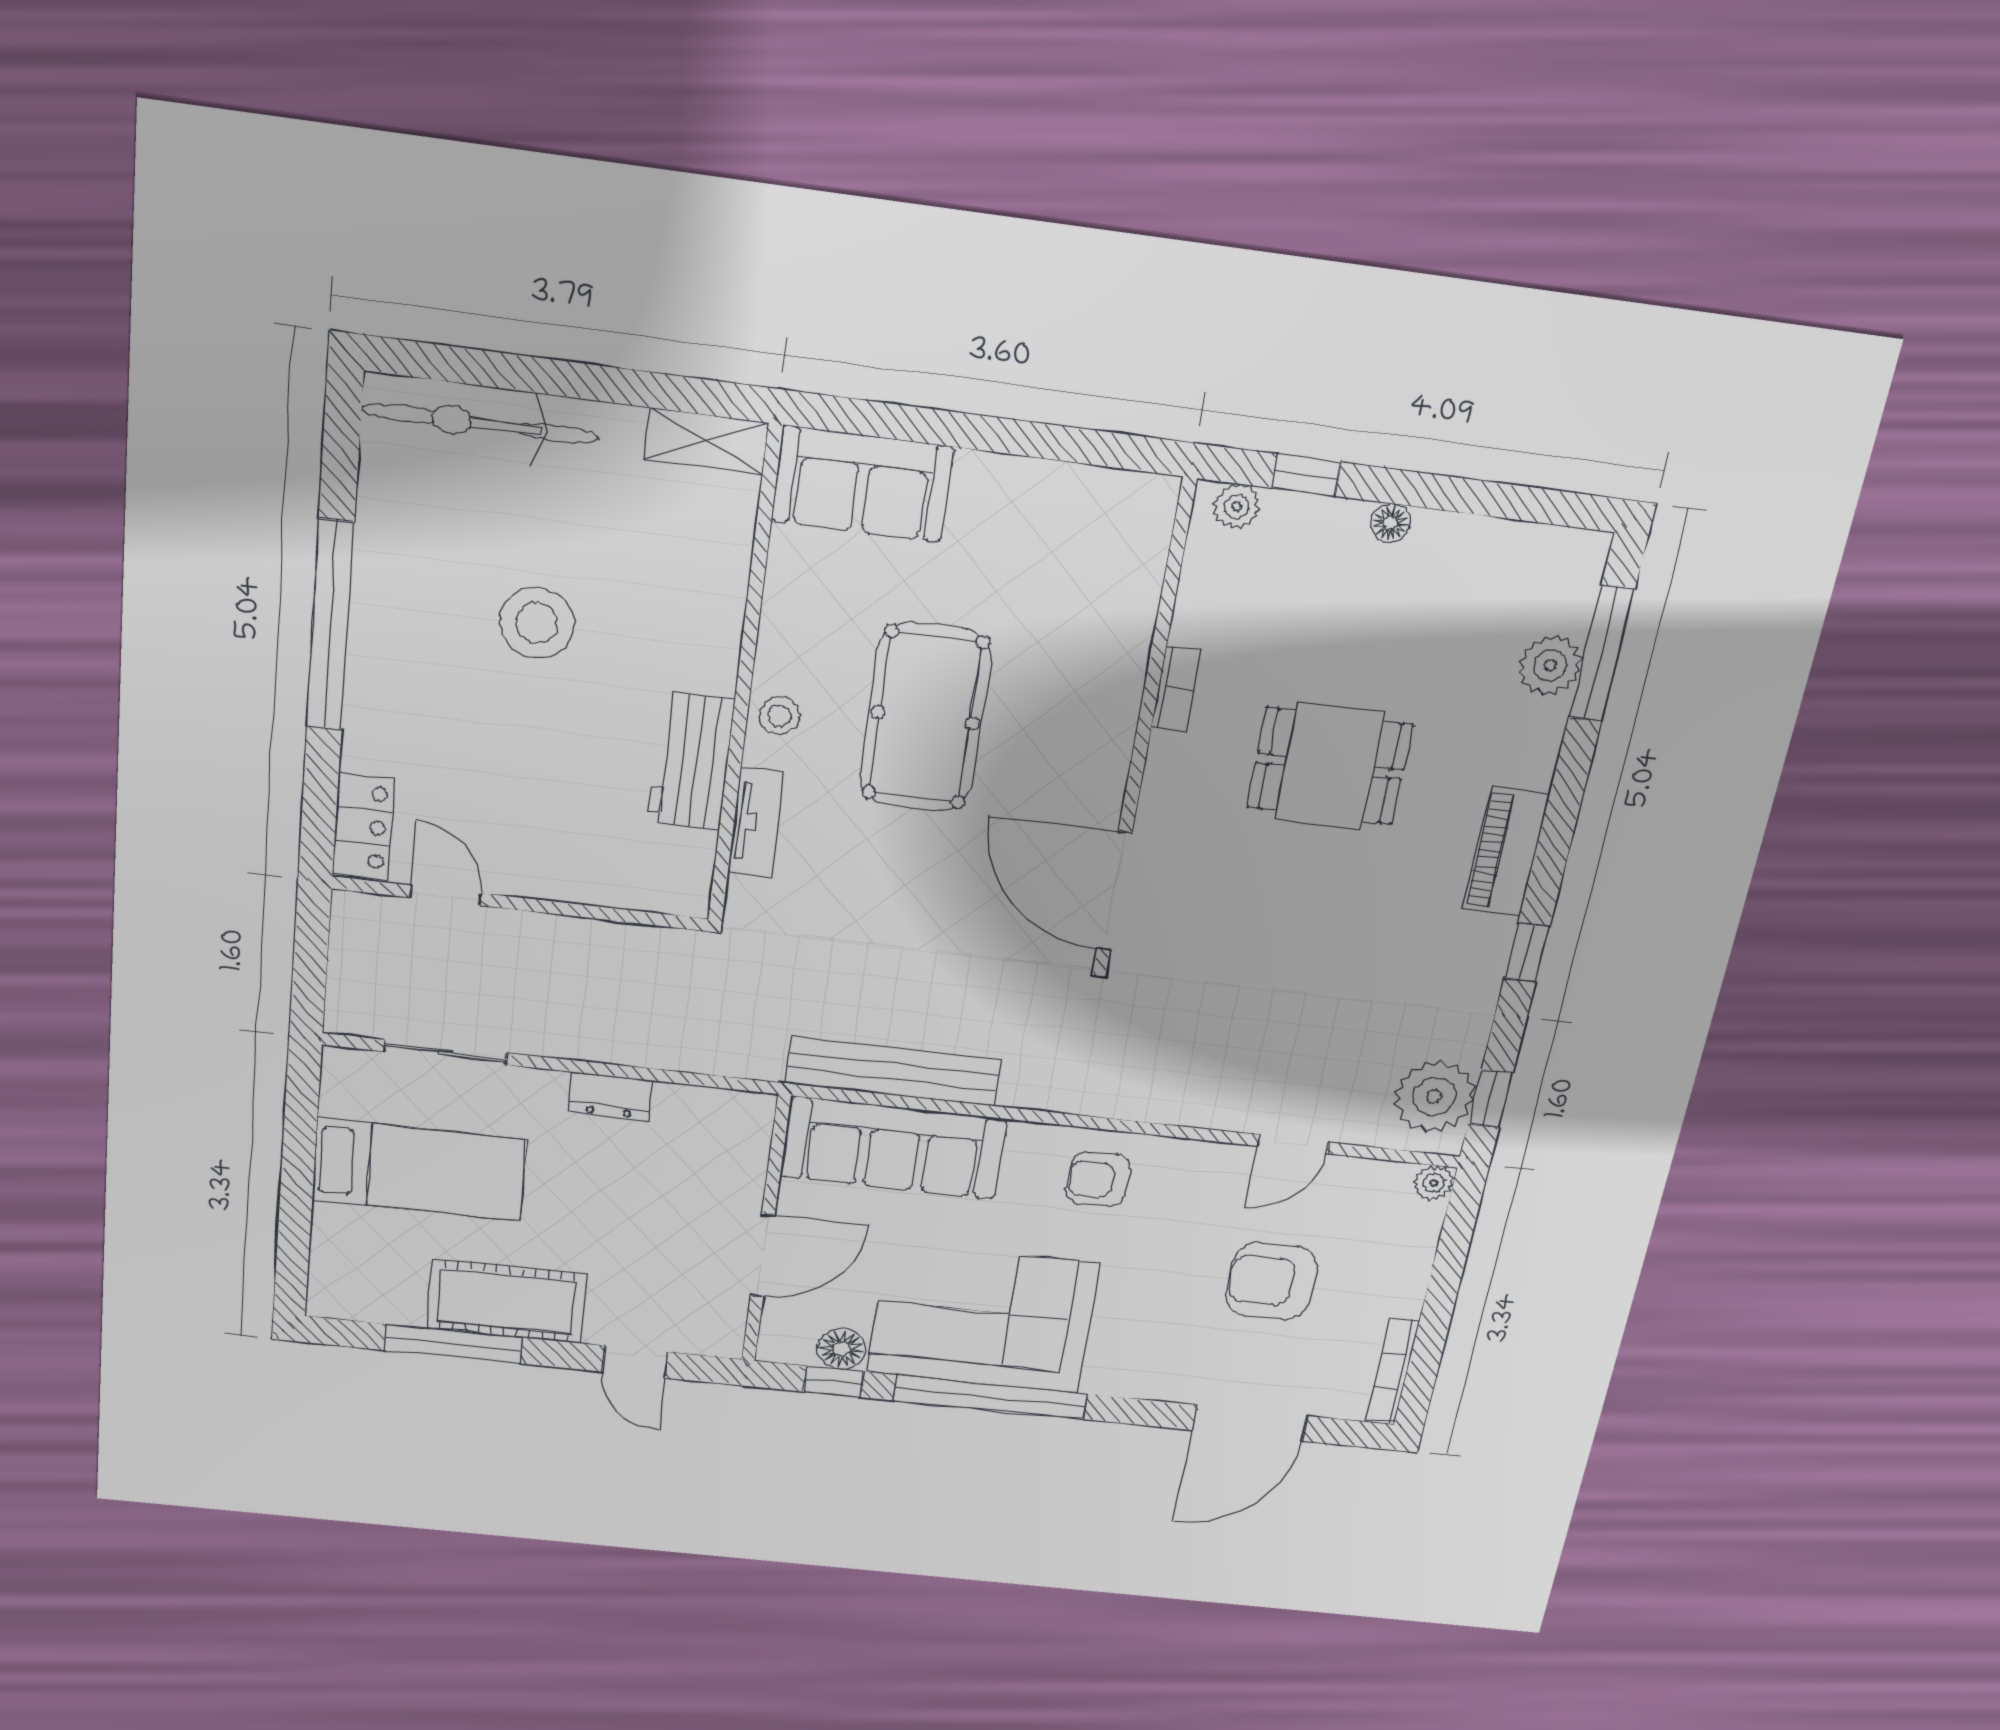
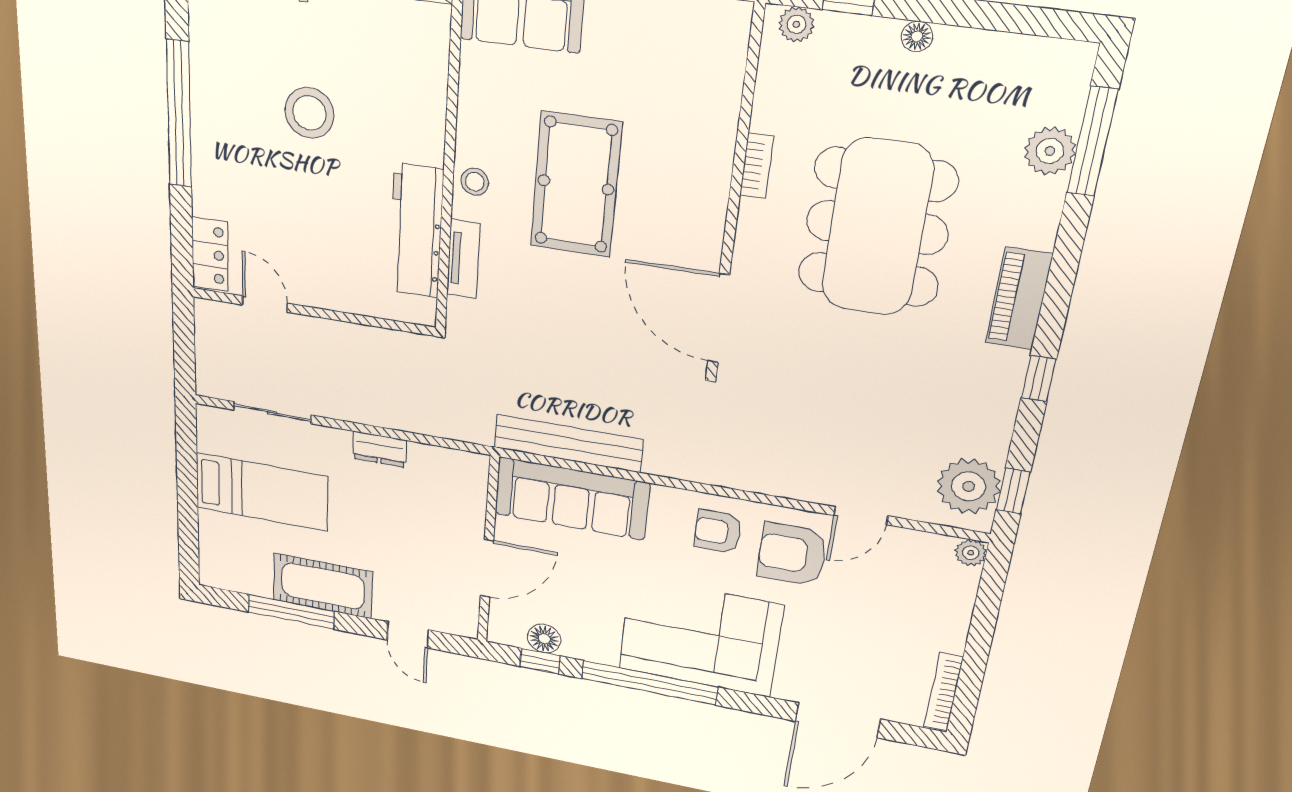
workbench: (691, 761) -> (416, 231), width x1.37
dining table: (1330, 766) -> (877, 228), width x1.87, depth x1.24
armchair: (1272, 1281) -> (792, 554), moved
corner sofa: (983, 1318) -> (700, 637), moved

